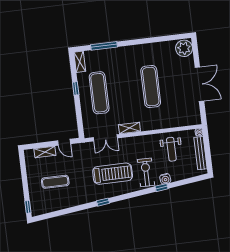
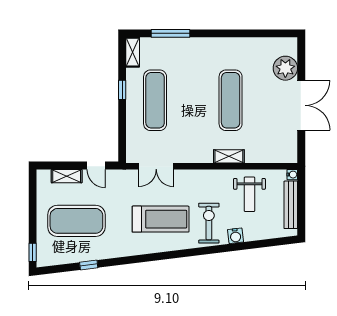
plant: (184, 48) -> (285, 68), moved
shelving: (129, 128) -> (229, 156), moved
exercise mat: (55, 182) -> (76, 221), width x2.00, depth x1.45
window: (162, 188) -> (229, 248), removed
window: (103, 202) -> (89, 265), moved

